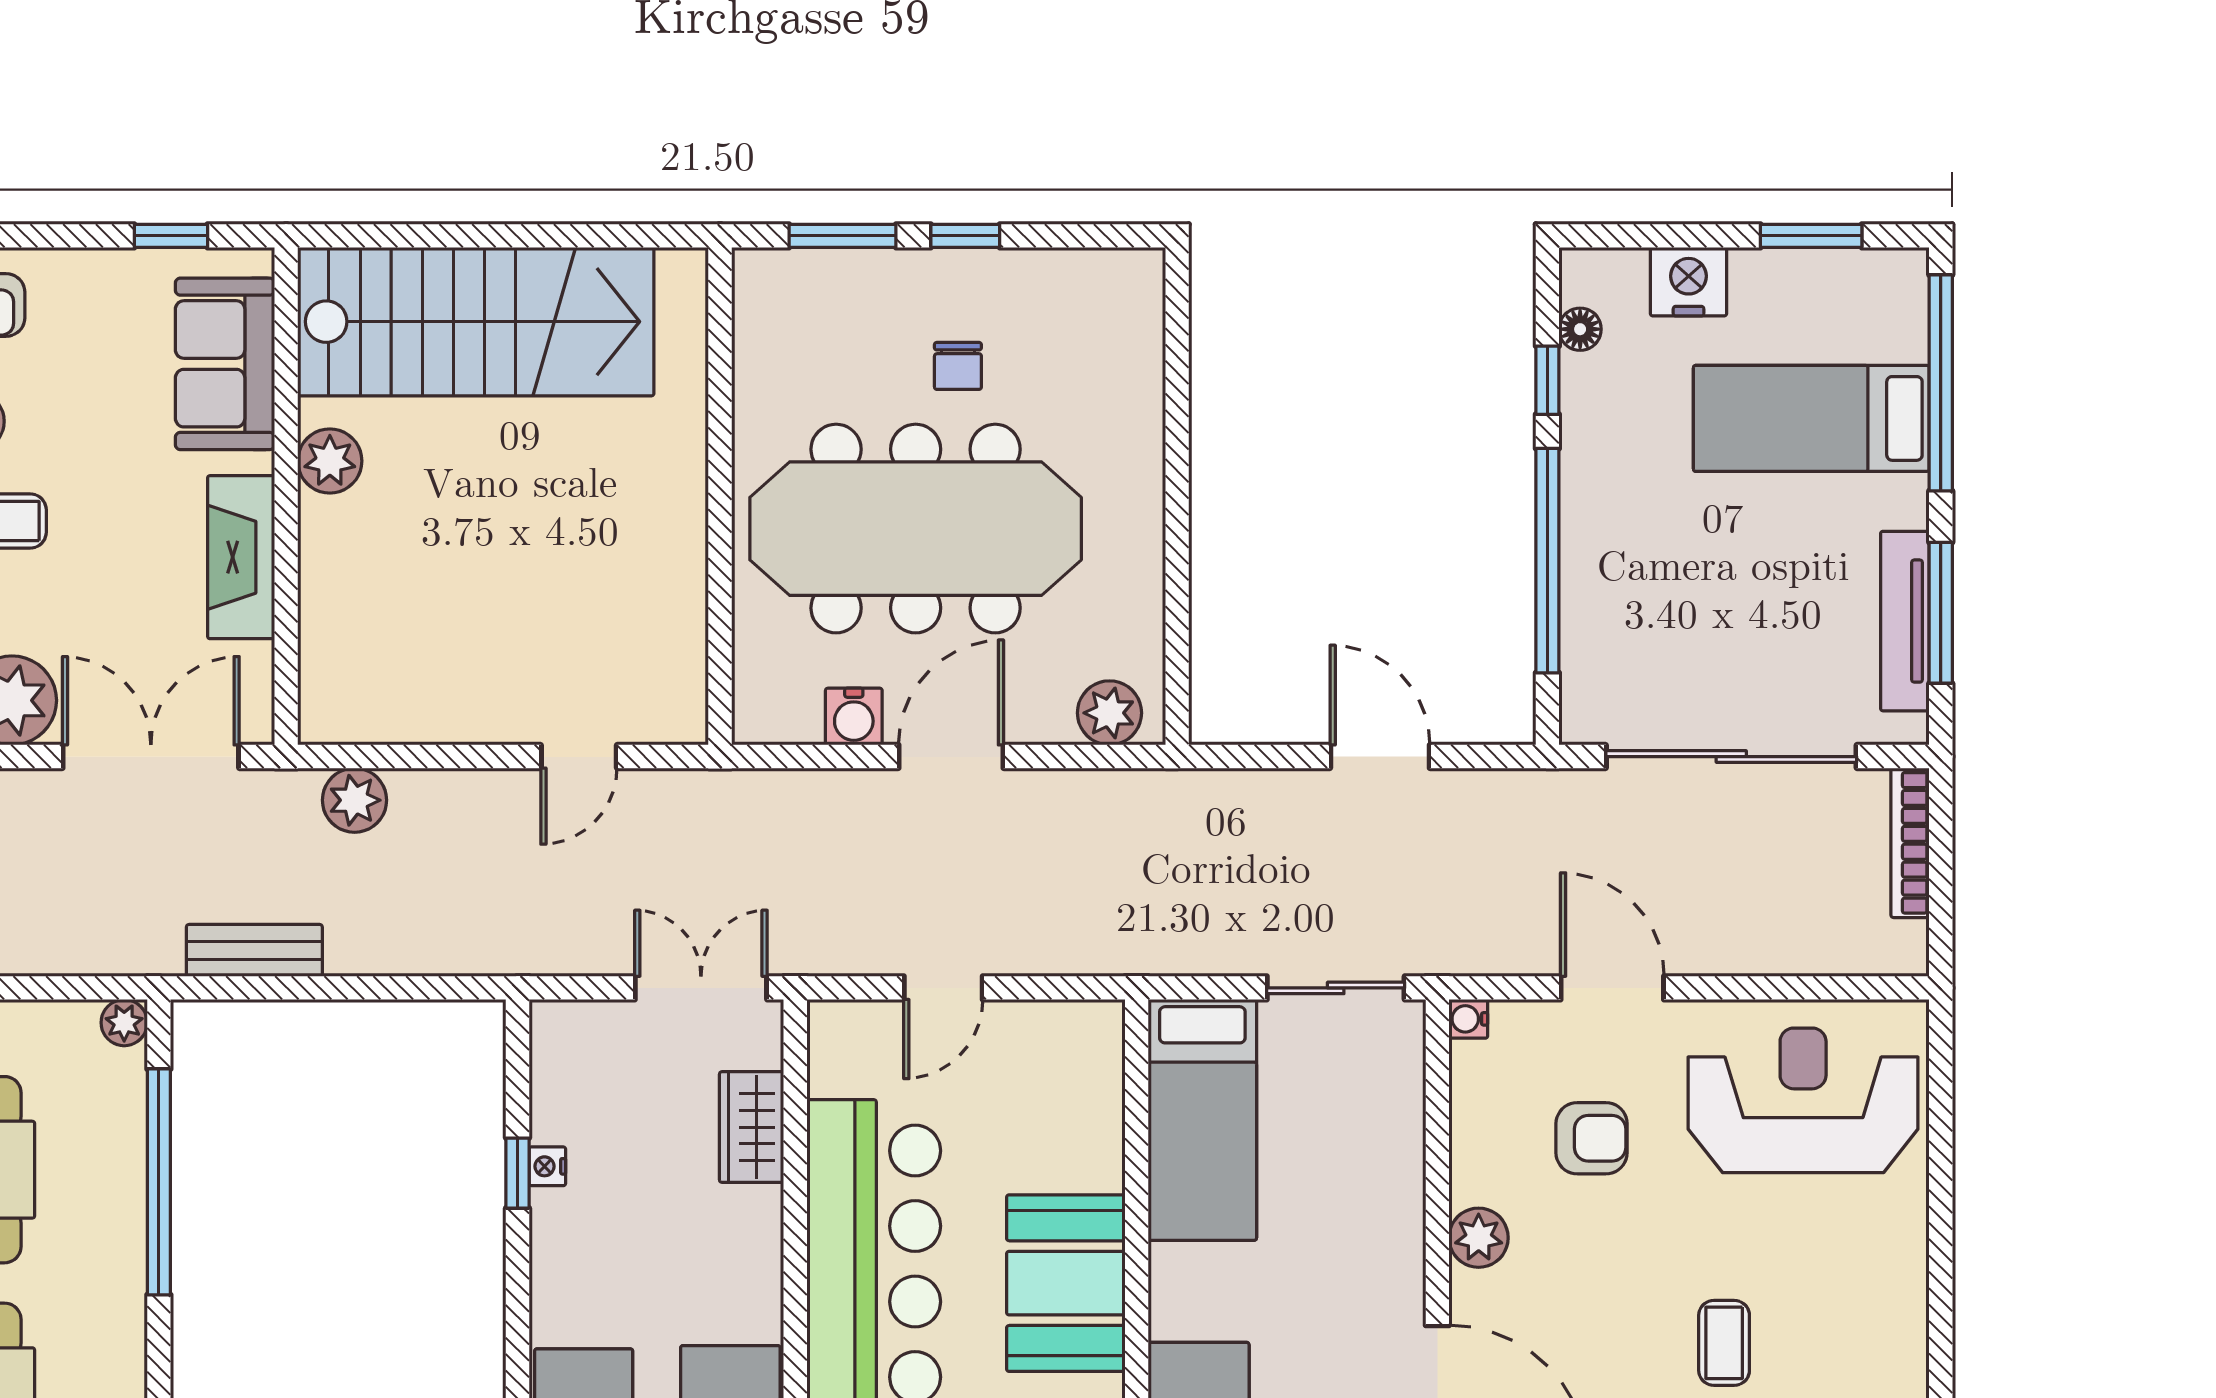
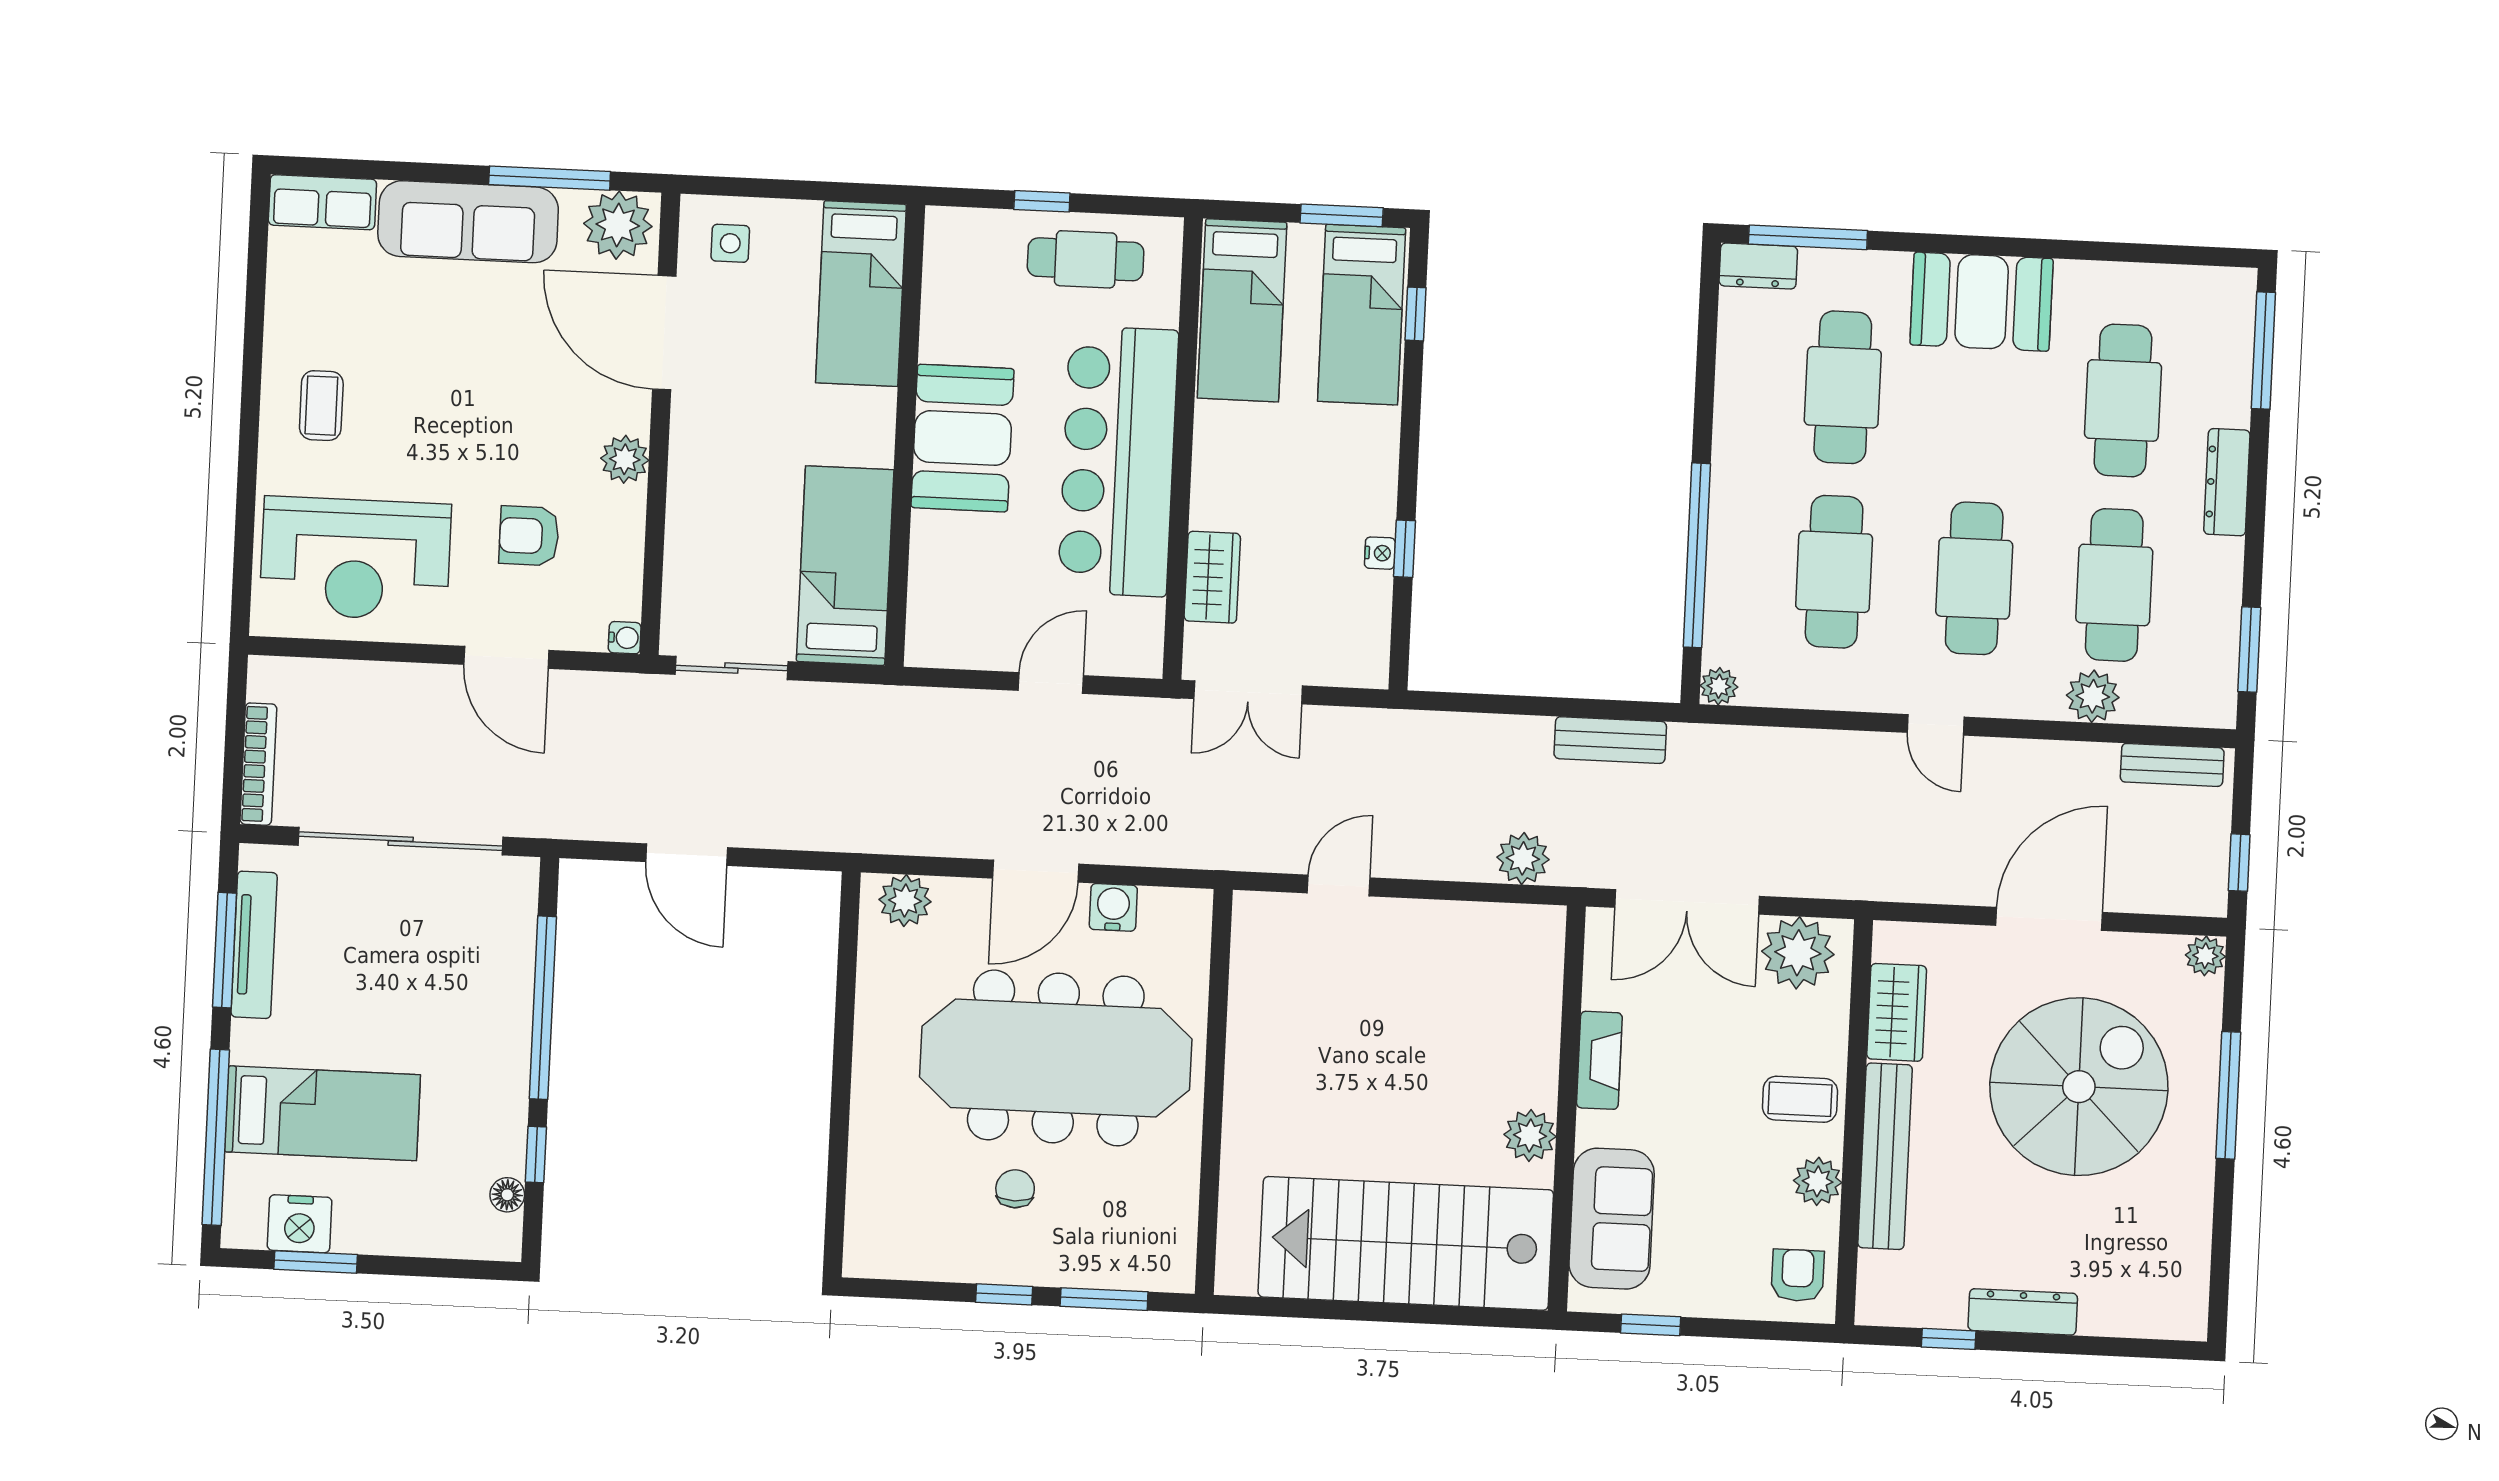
nightstand: (1689, 282) -> (300, 1224), moved
fireplace: (241, 557) -> (1599, 1060), width x0.73, depth x0.76
coffee table: (1724, 1343) -> (321, 406), moved

